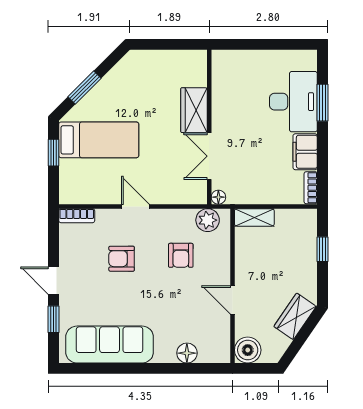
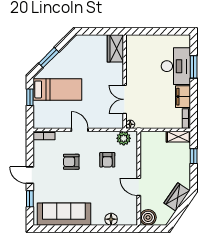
wardrobe: (194, 110) -> (115, 48), moved
shelving: (254, 217) -> (178, 137), moved

